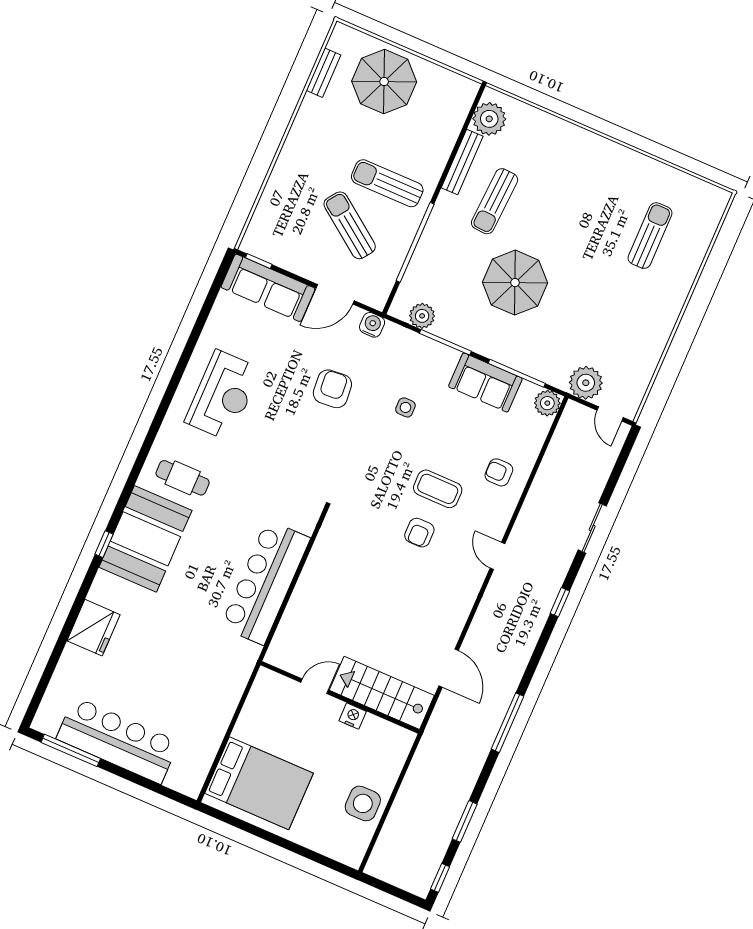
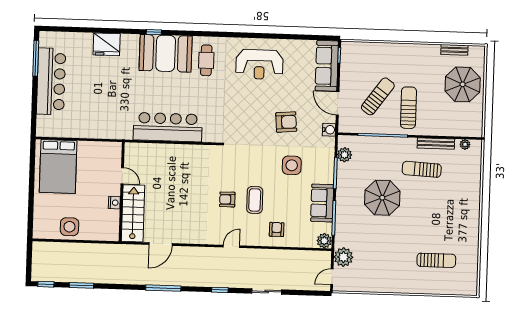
plant: (489, 119) -> (465, 144), width x0.53, depth x0.53
side table: (405, 407) -> (292, 165), width x1.87, depth x1.87
window: (508, 723) -> (163, 288), moved

